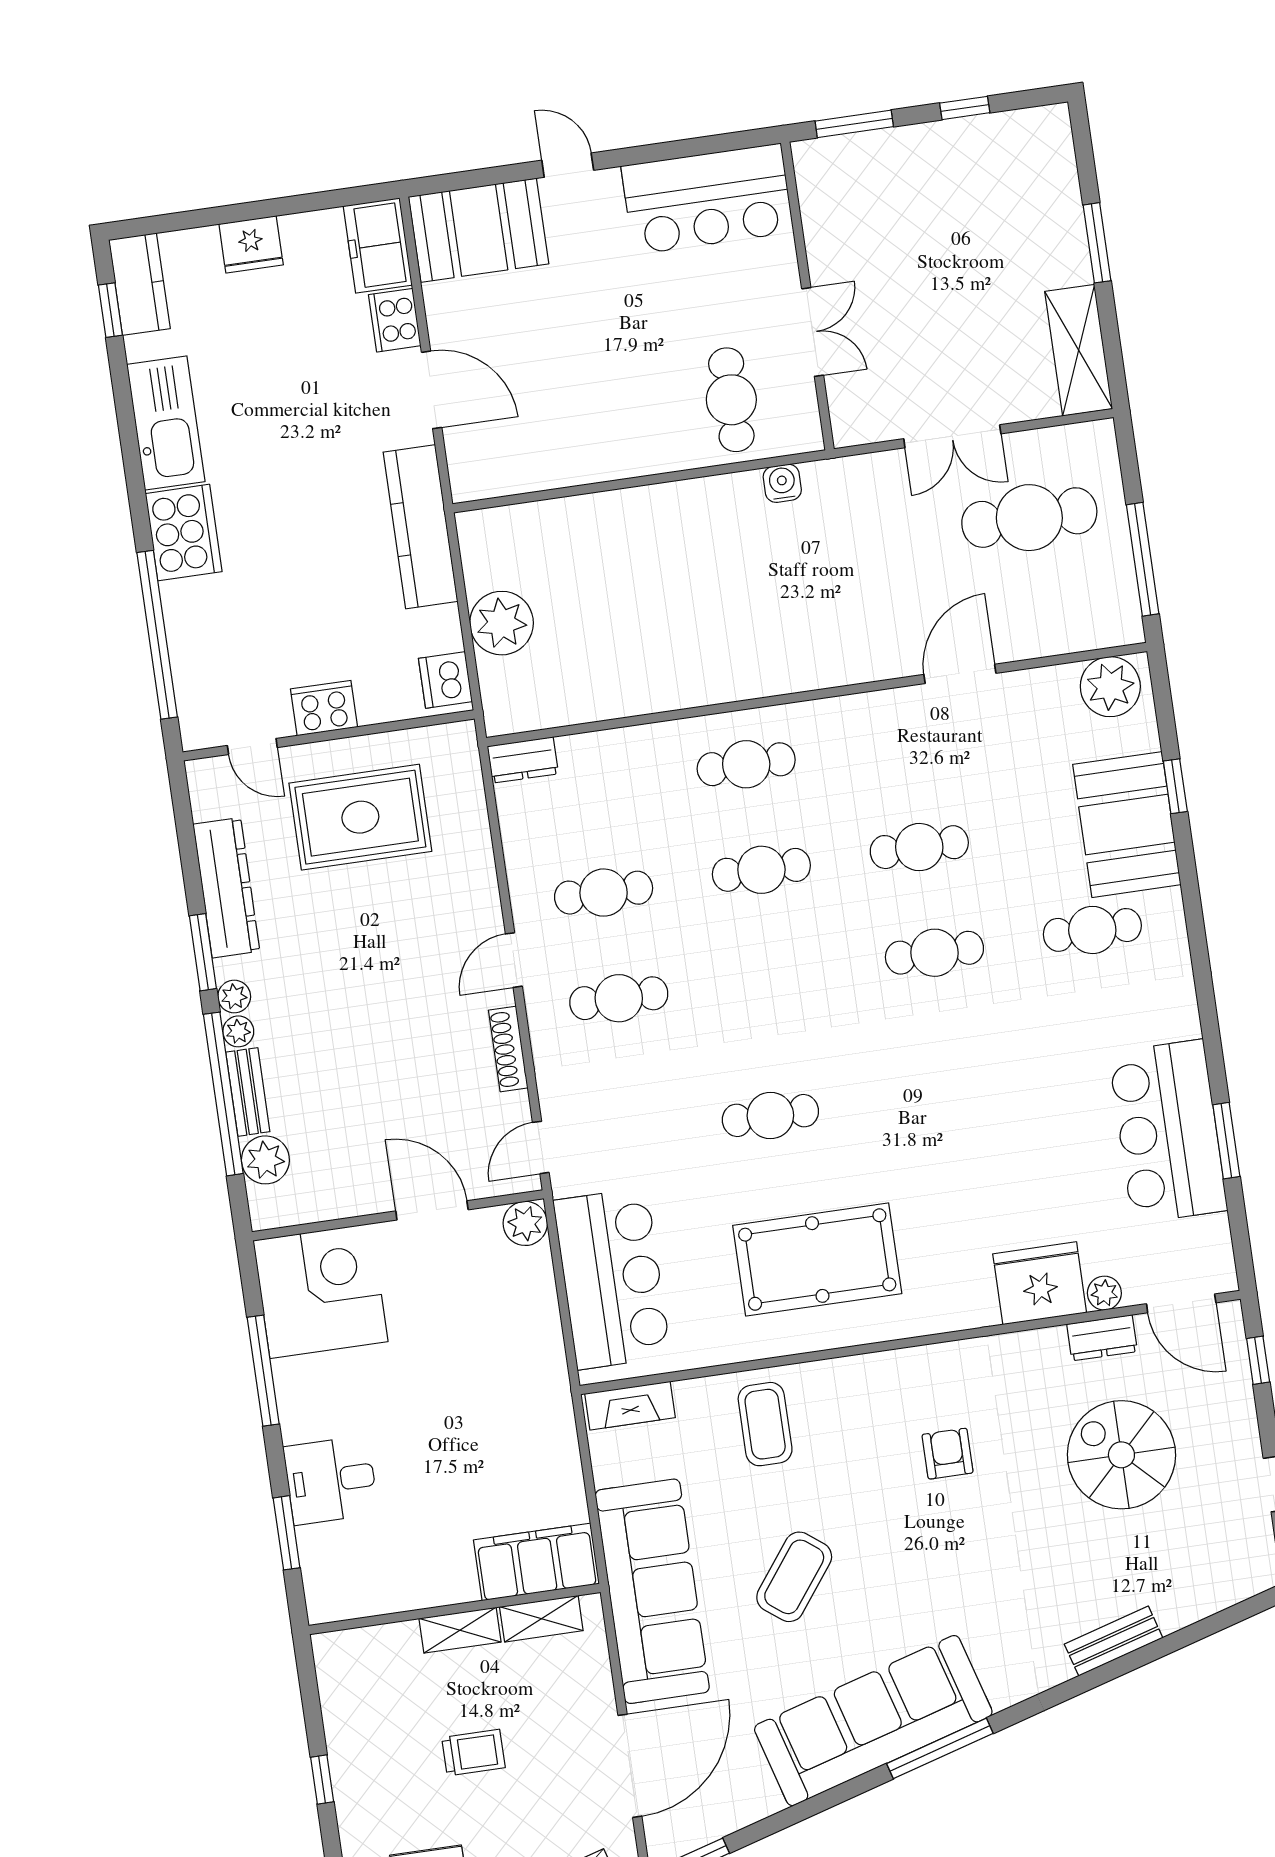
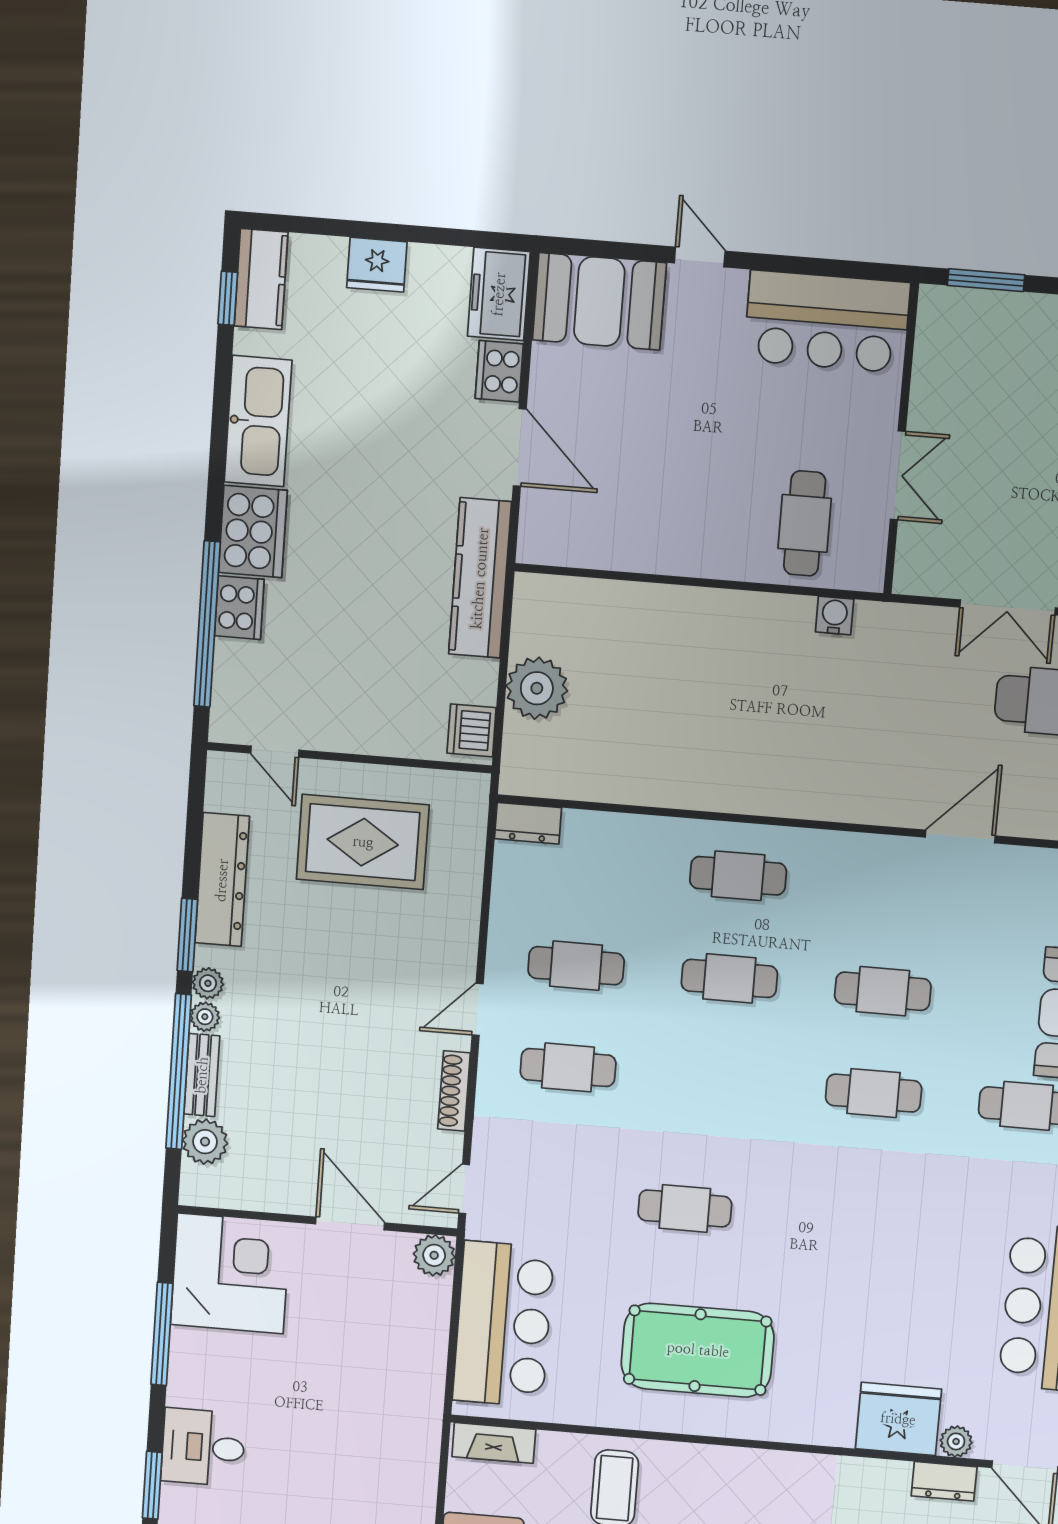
cooker: (324, 708) -> (239, 608), moved, turned 90

